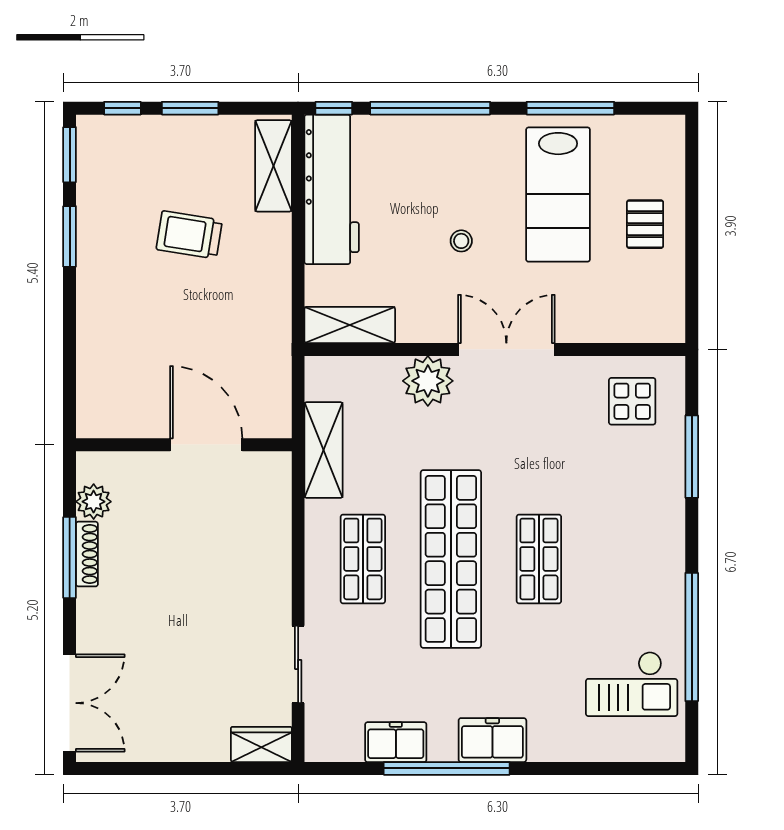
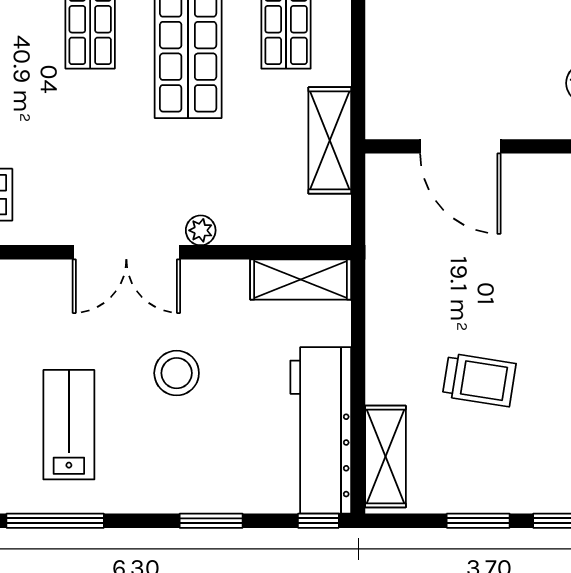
window: (430, 108) -> (211, 521), width x0.47
lab bench: (558, 195) -> (69, 425), width x0.73, depth x0.72
stool: (461, 241) -> (177, 373), width x1.89, depth x1.89
plant: (428, 381) -> (201, 230), width x0.53, depth x0.53

